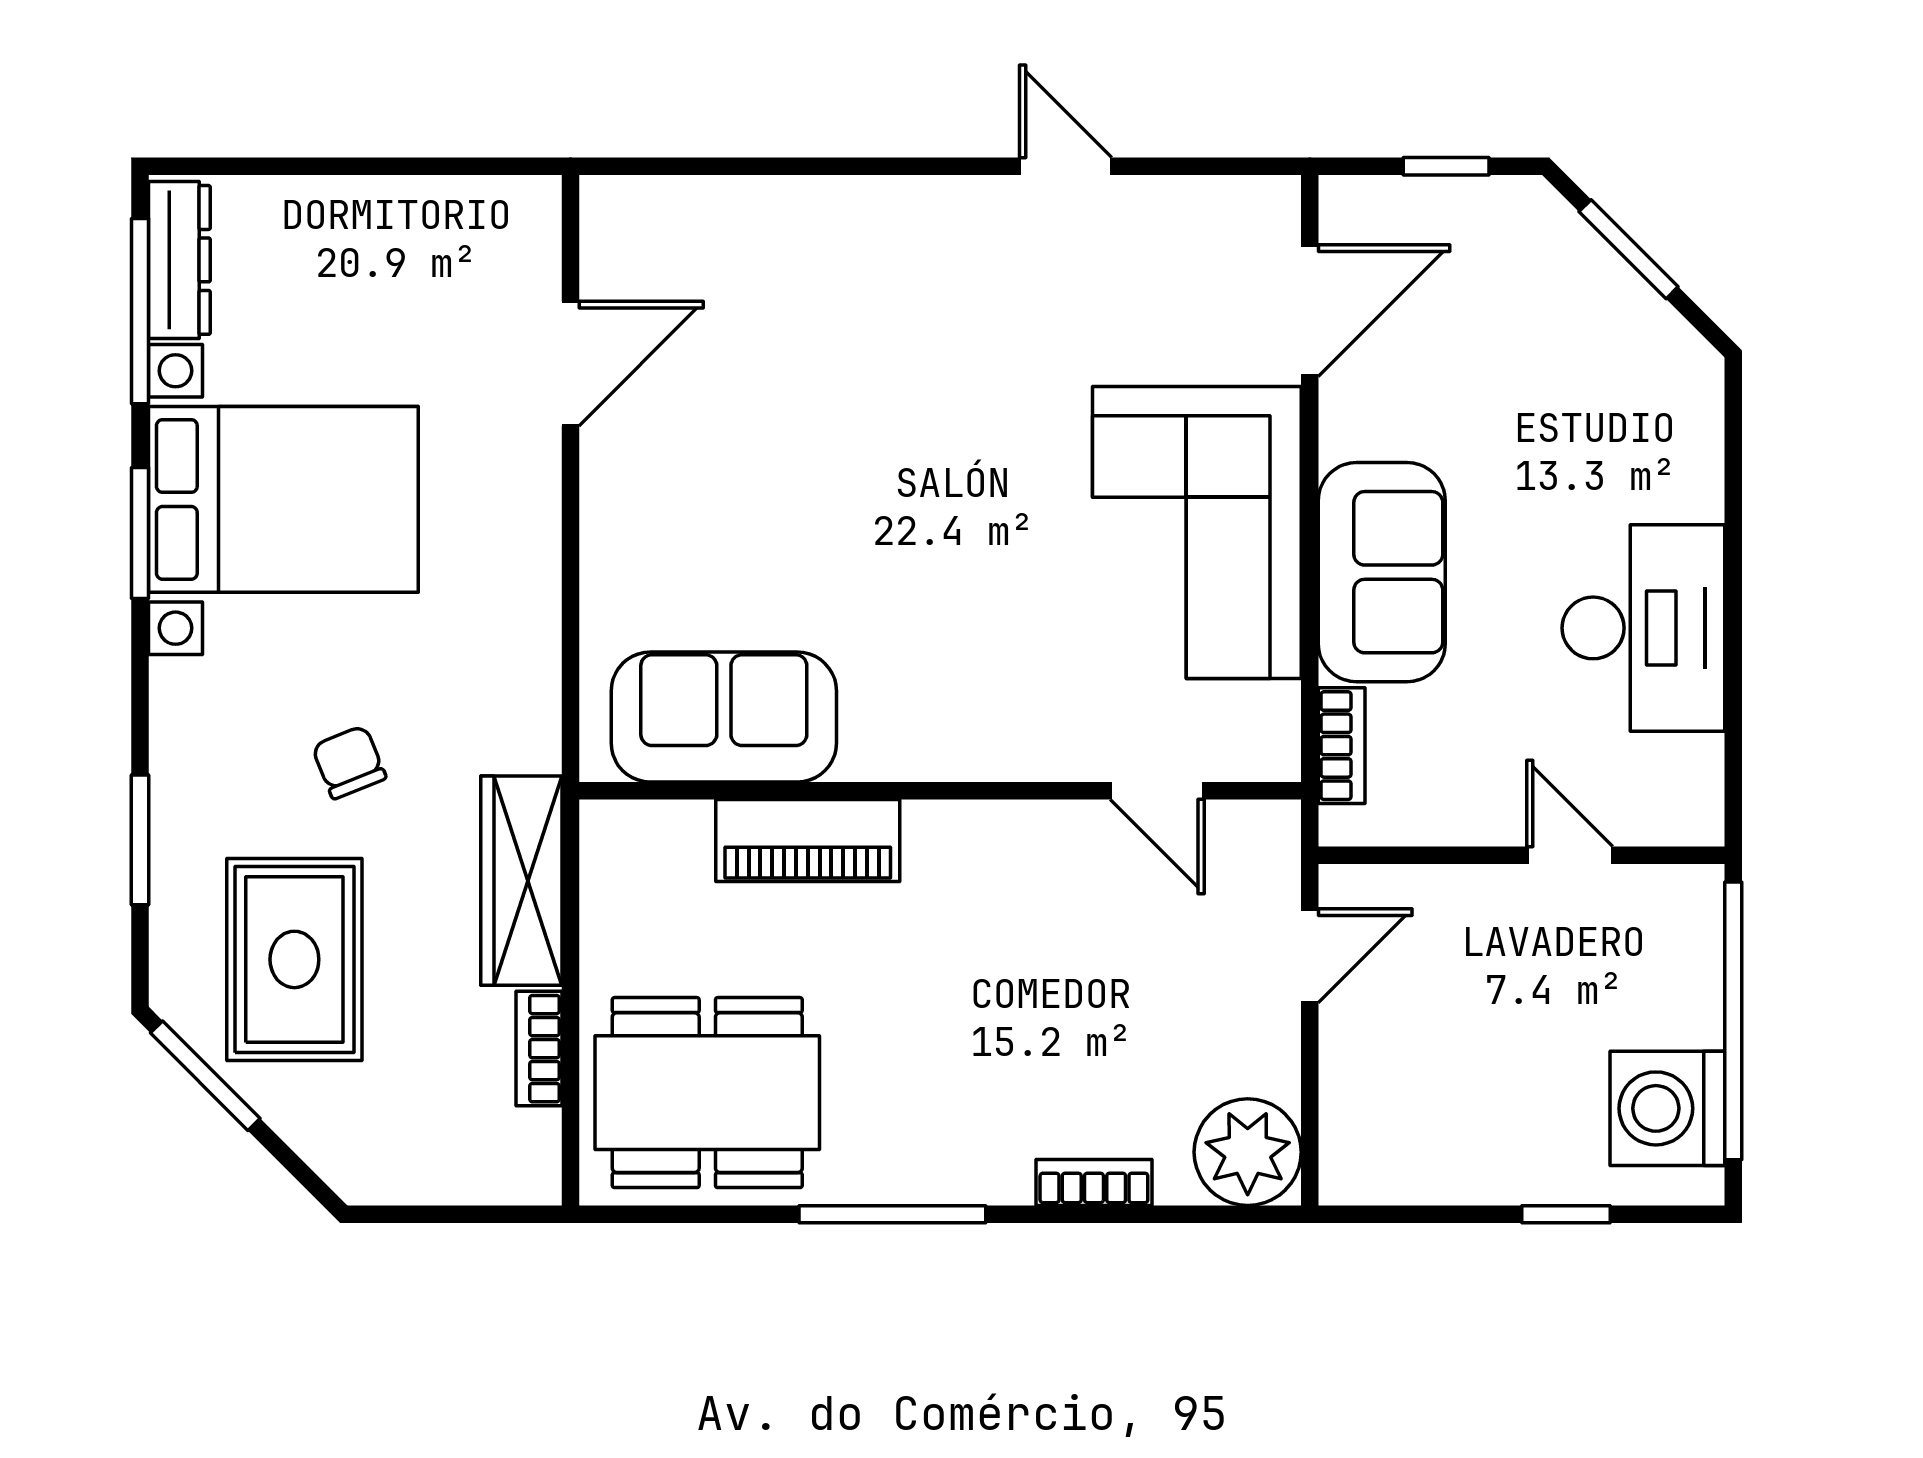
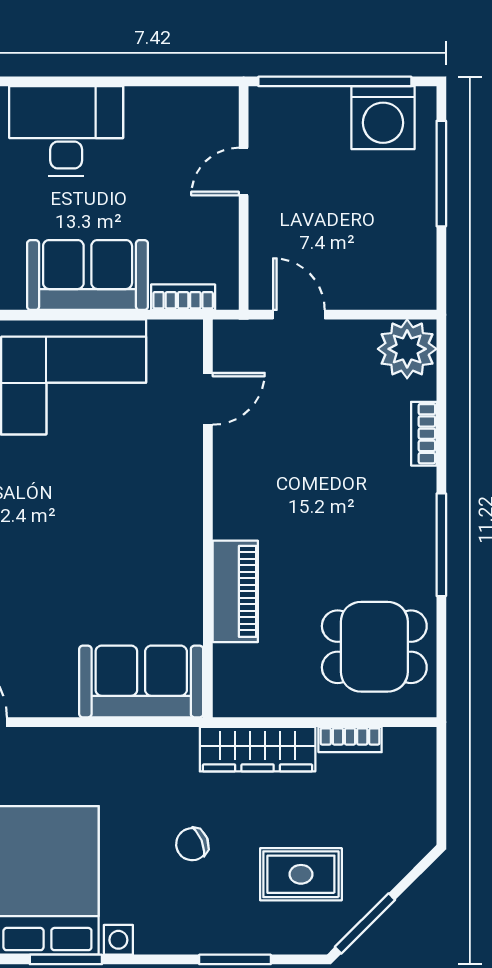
desk: (1643, 628) -> (66, 131), moved
sofa: (724, 717) -> (141, 681), moved, turned 90
rug: (294, 959) -> (301, 874), width x0.73, depth x0.70
dining table: (707, 1093) -> (374, 647), width x0.73
window: (1566, 1214) -> (441, 174), width x2.17

